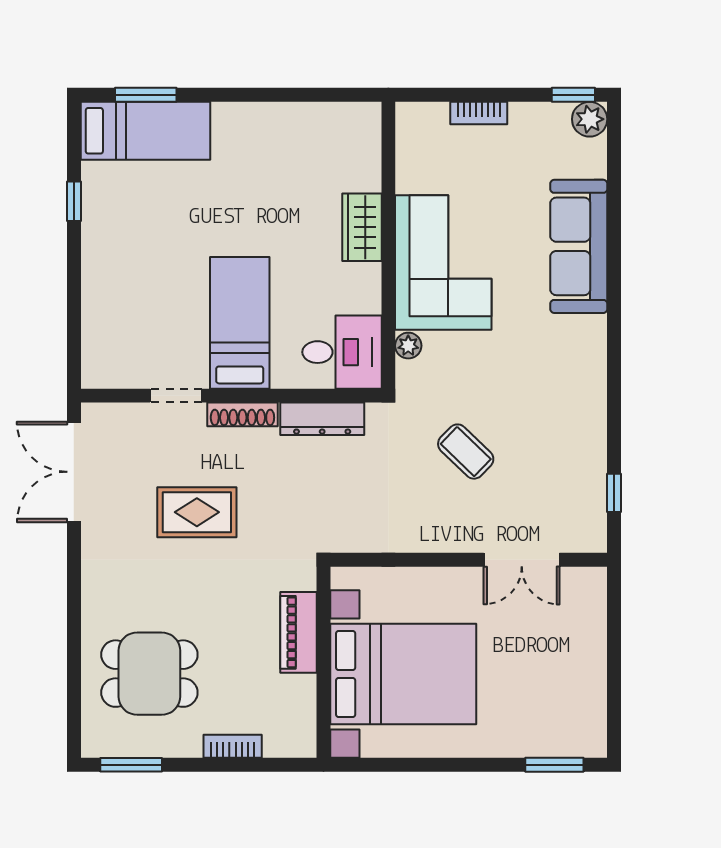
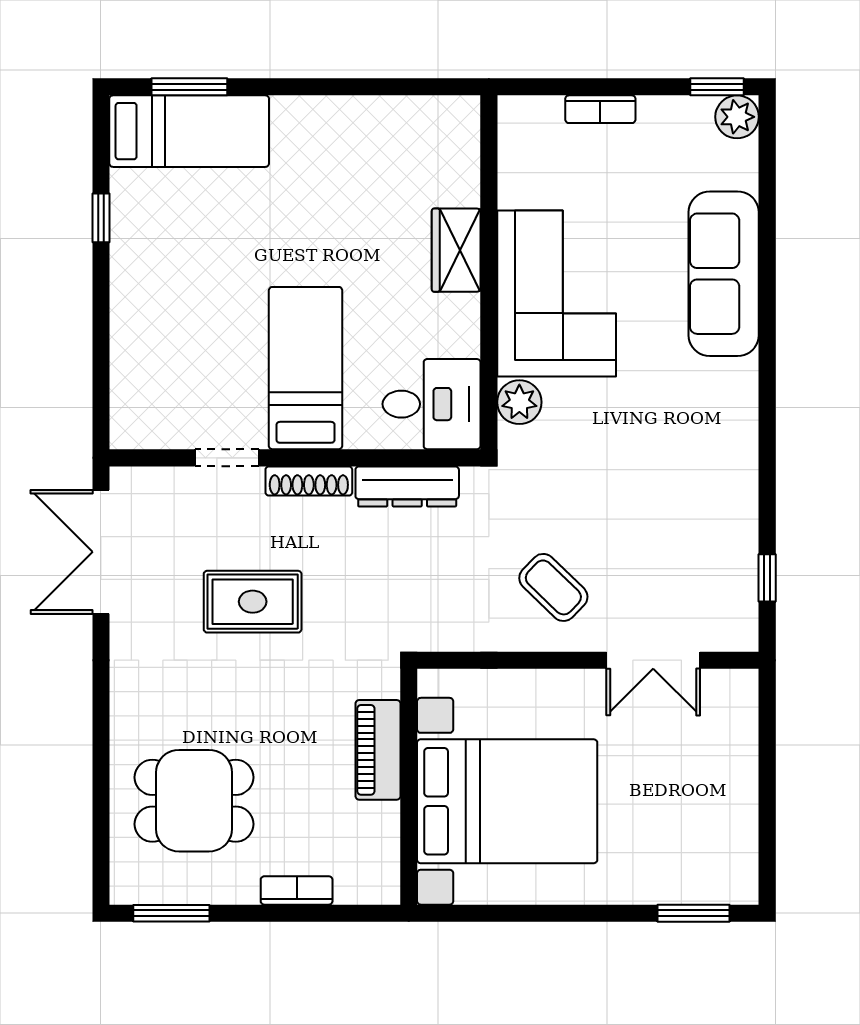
plant: (408, 346) -> (519, 402), width x1.38, depth x1.38
coffee table: (466, 452) -> (553, 587), moved

